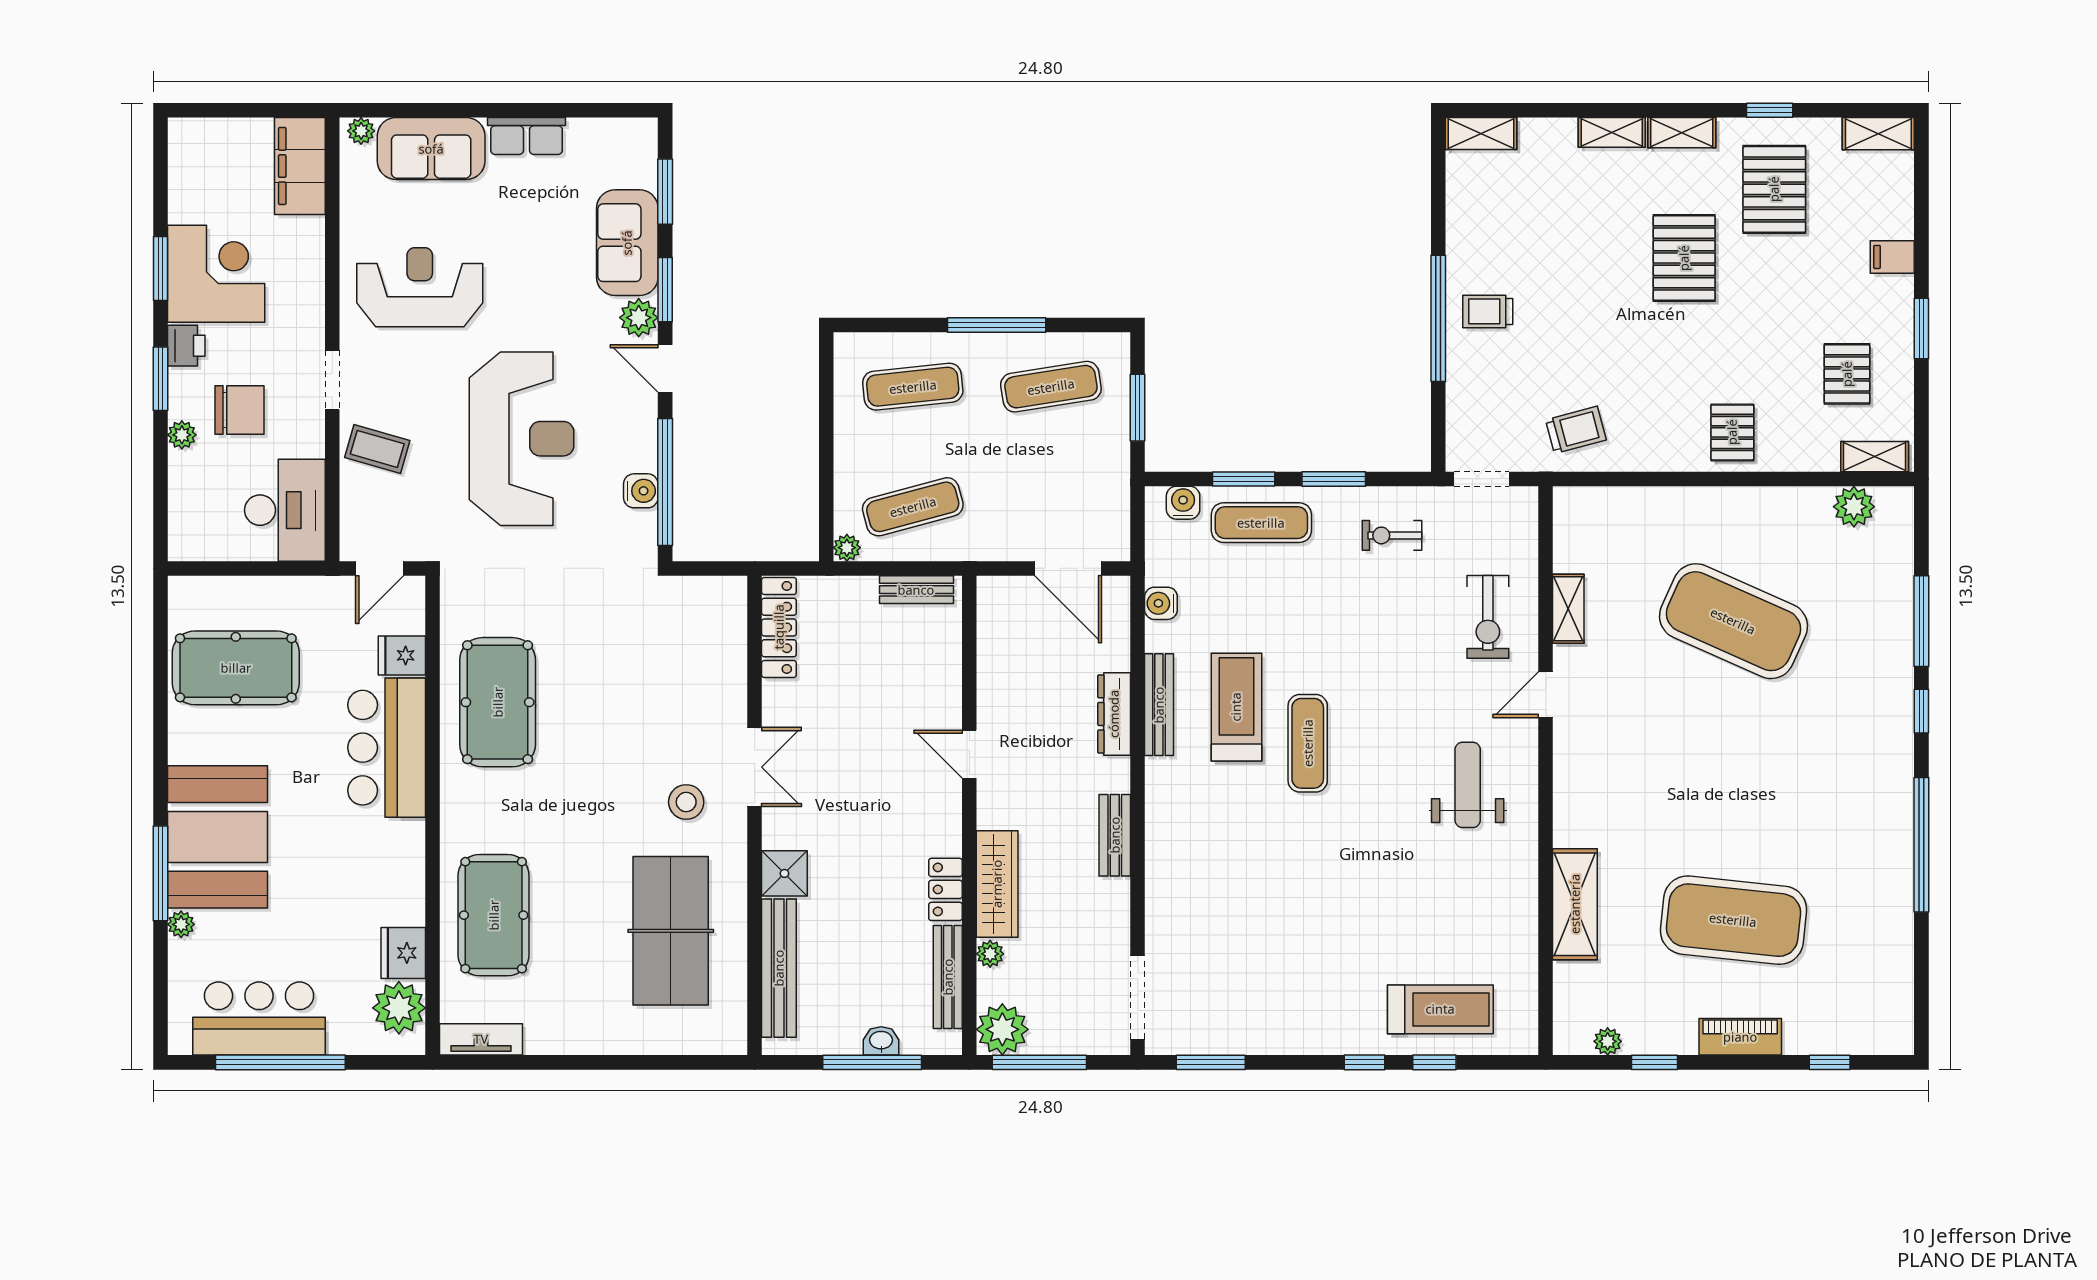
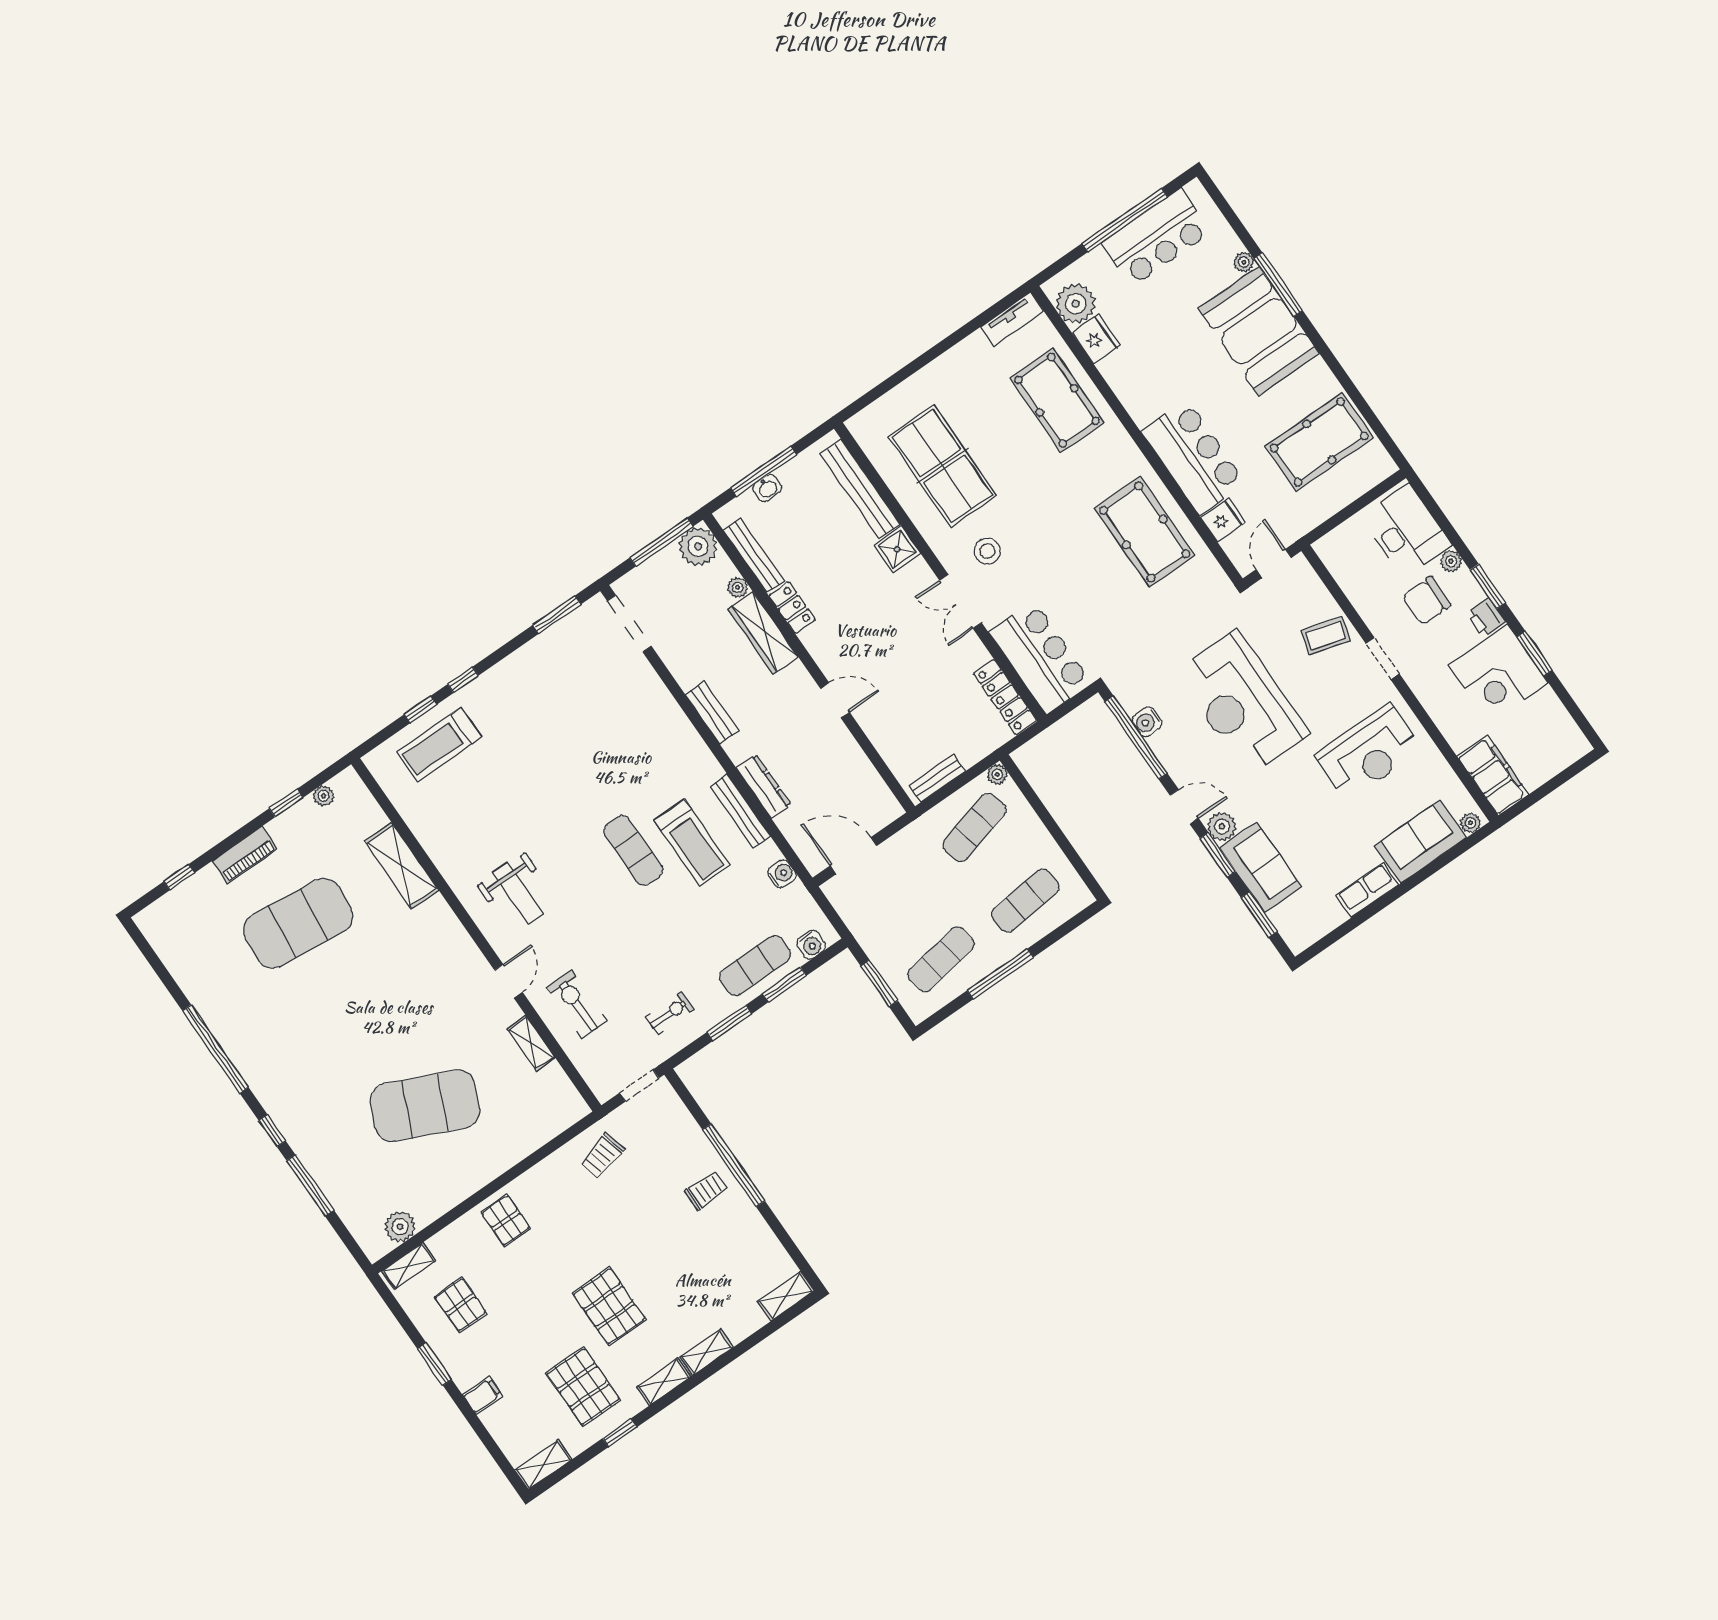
desk: (285, 510) -> (1406, 531), moved, turned 180
bar counter: (709, 644) -> (1040, 657), added

